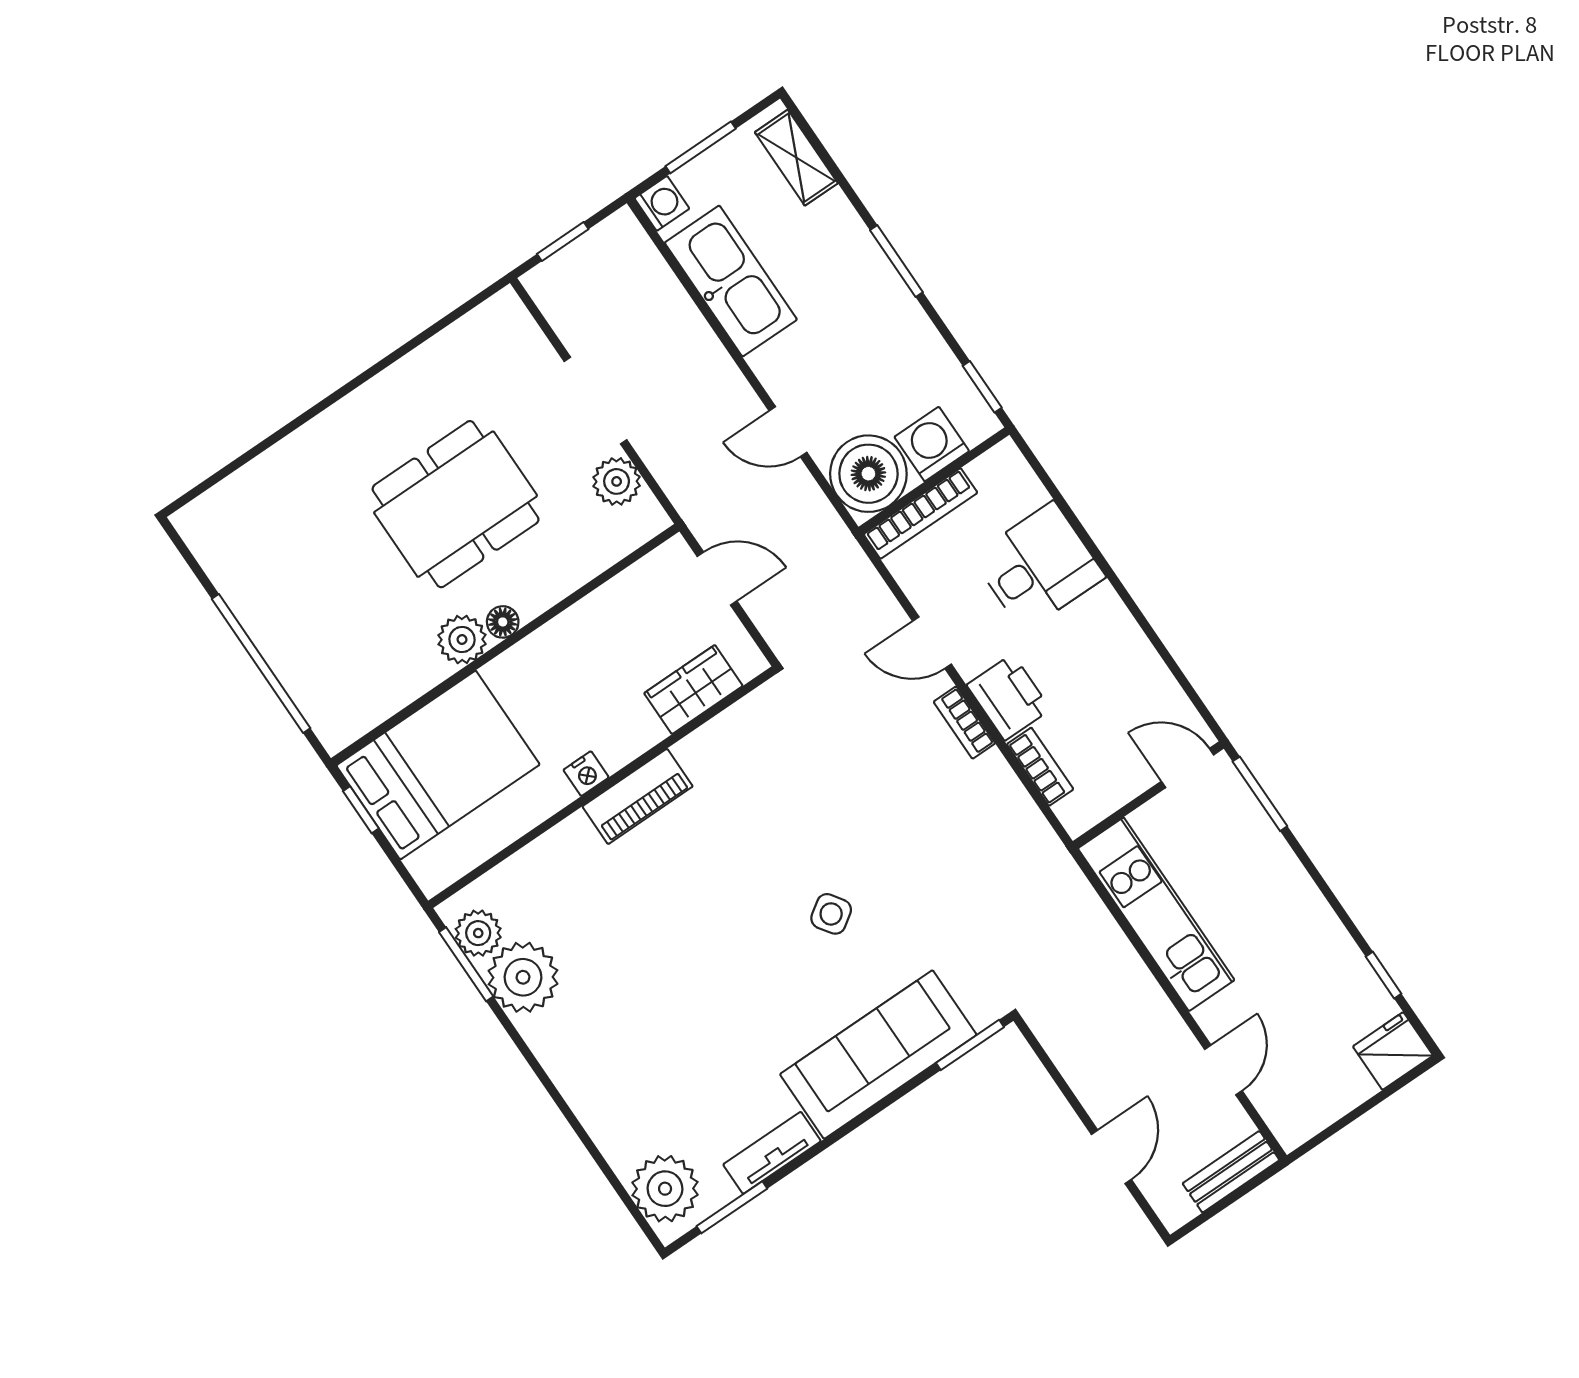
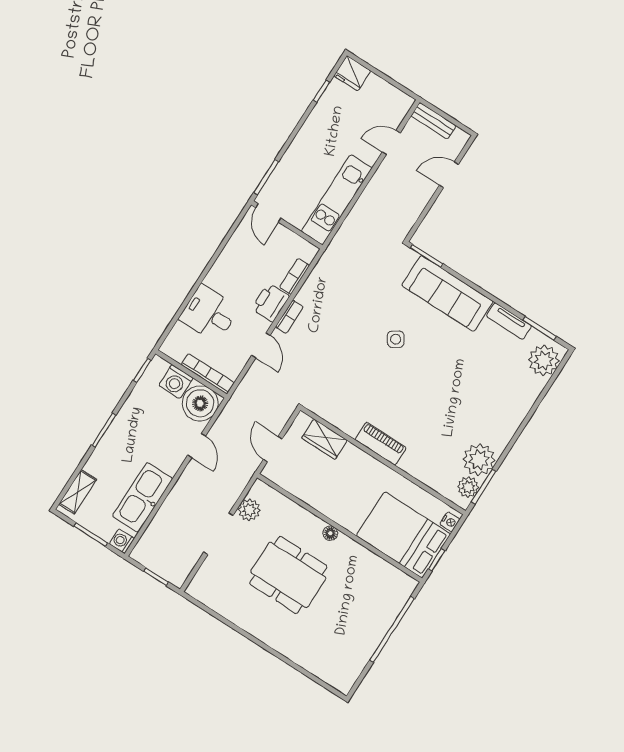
plant: (462, 640) -> (345, 547), removed
nightstand: (586, 774) -> (450, 522), moved, turned 90

